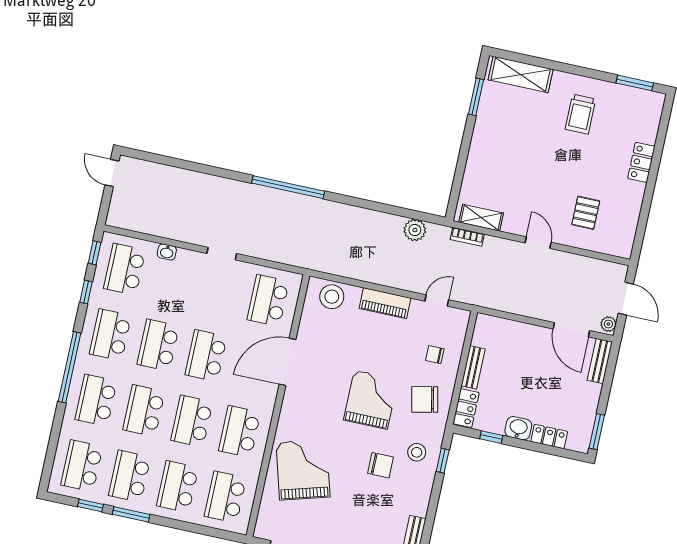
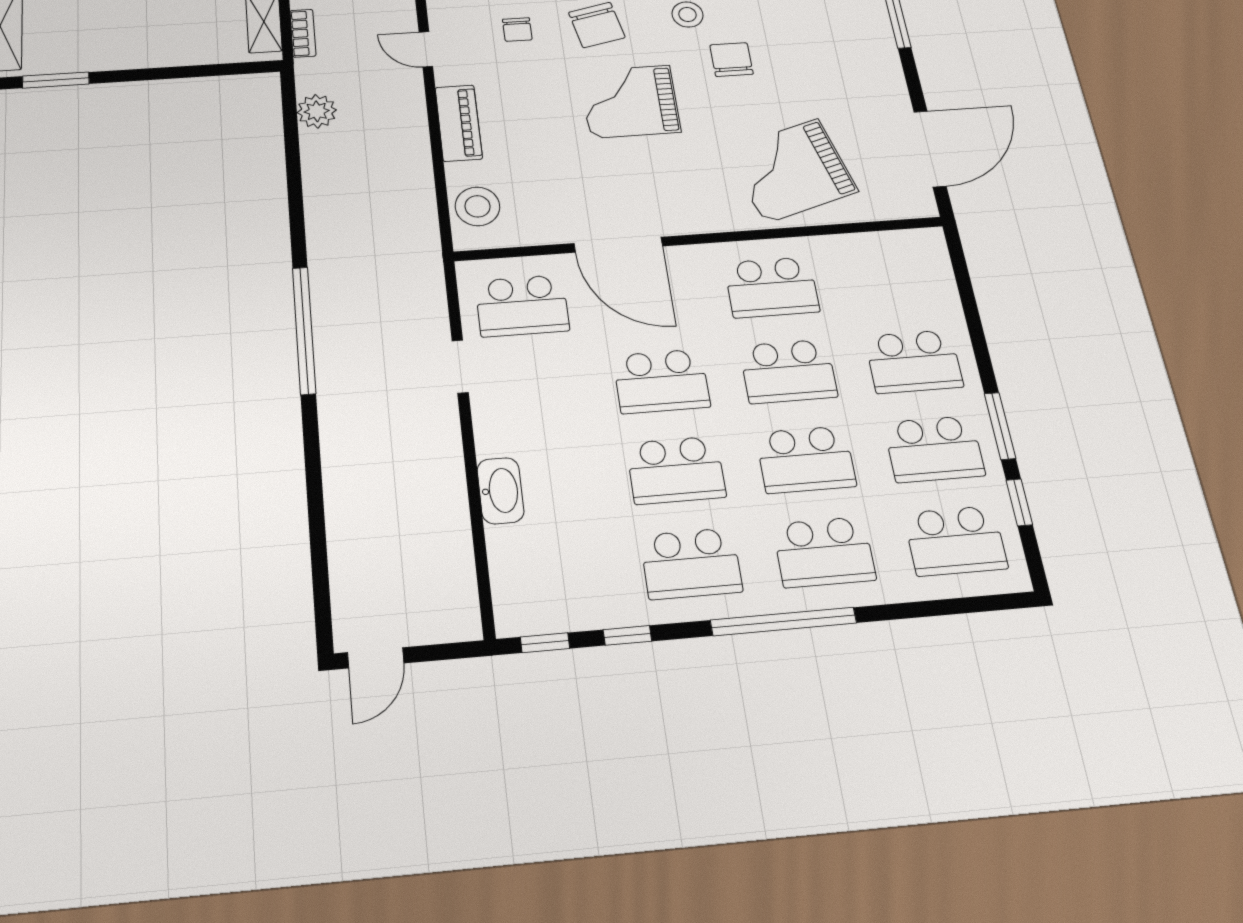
washbasin: (167, 252) -> (500, 491), width x1.91, depth x1.45
doorway: (222, 254) -> (460, 367), moved
school desk: (125, 269) -> (556, 575), removed
school desk: (225, 497) -> (894, 278), removed

